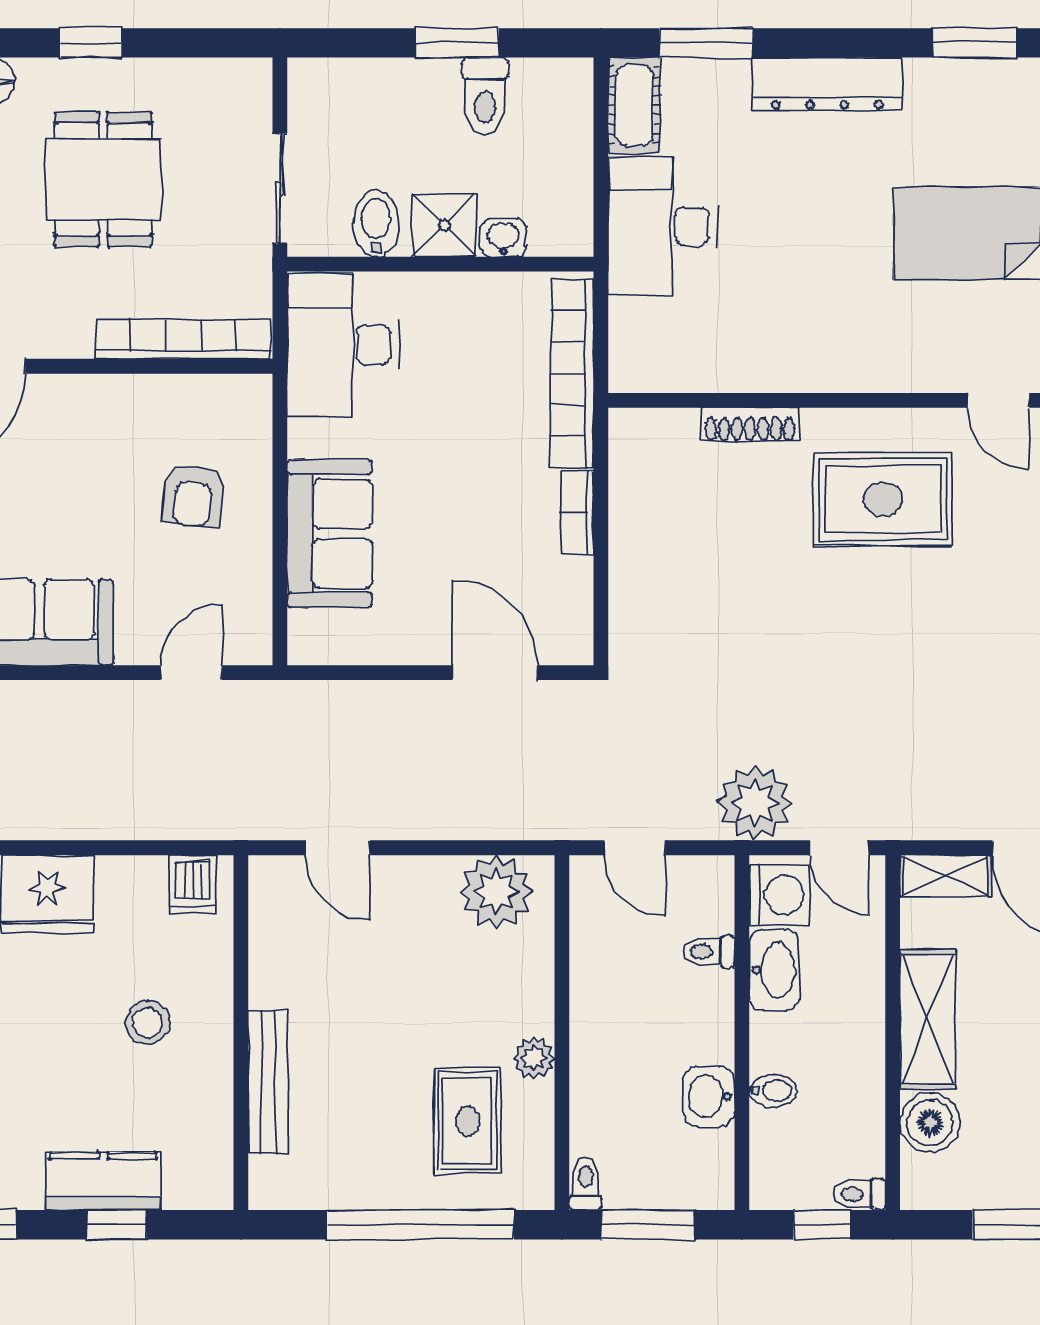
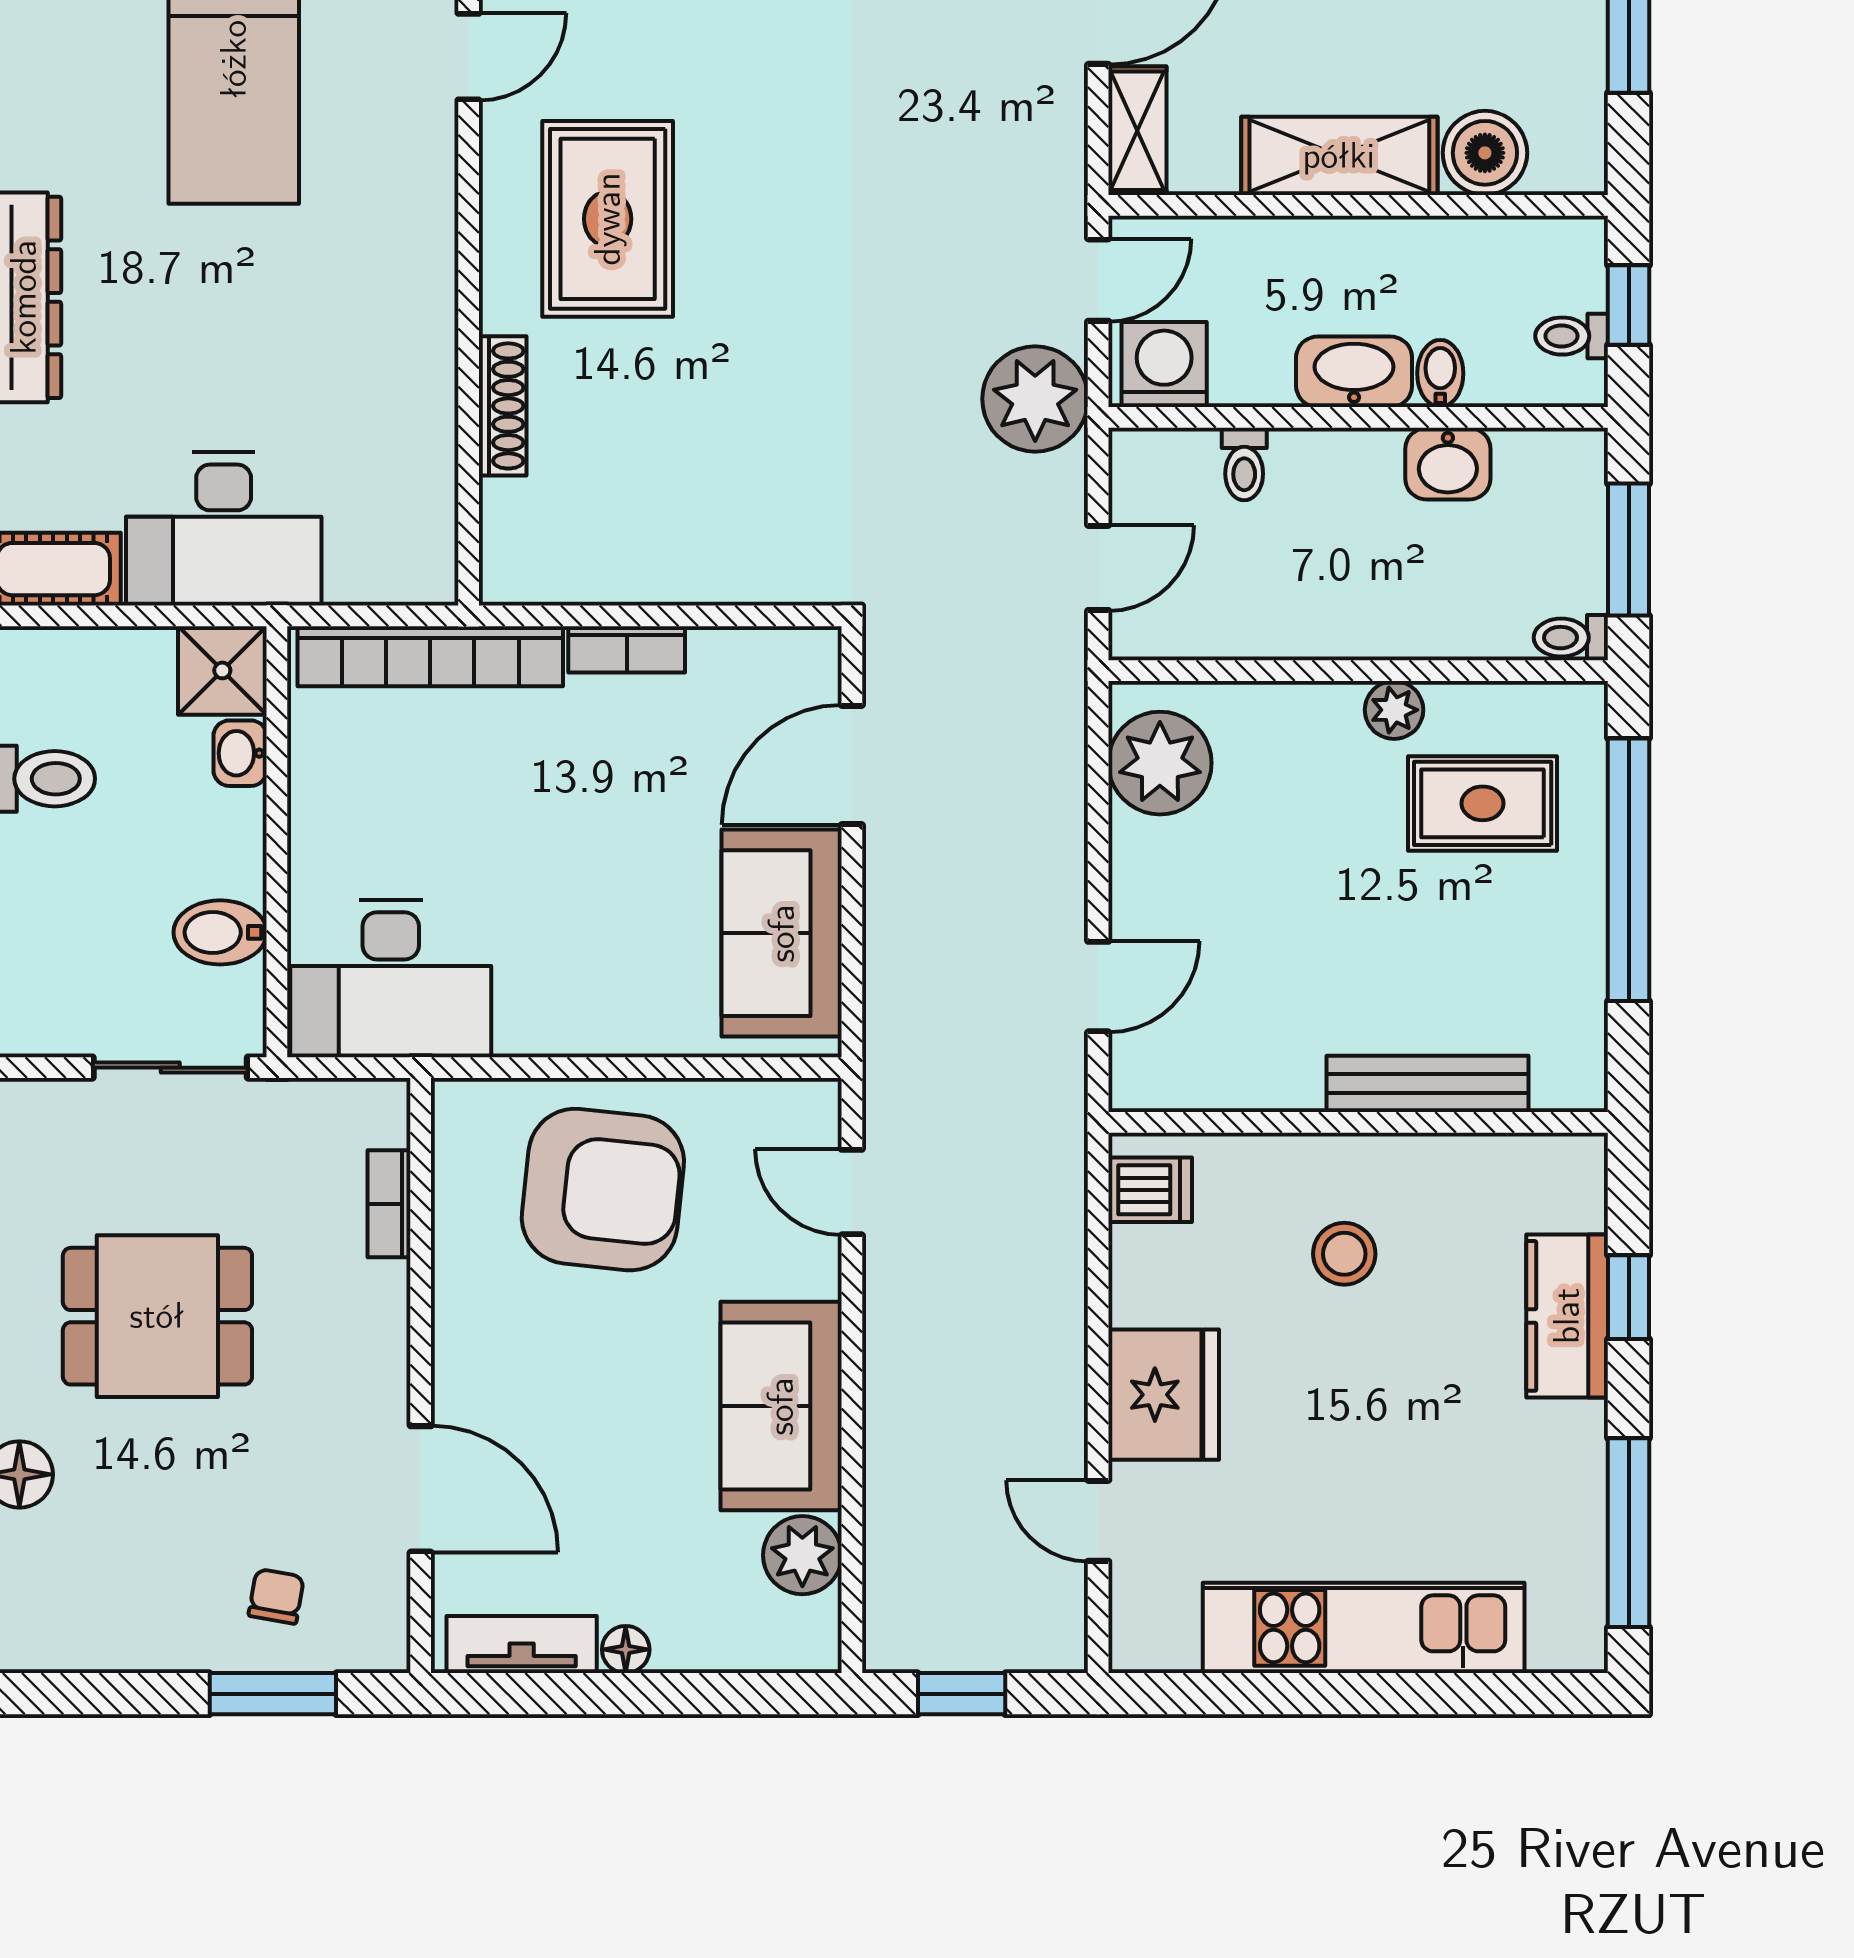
shower: (444, 225) -> (222, 670), moved
bookcase: (183, 339) -> (389, 1204), width x0.43, depth x0.76
armchair: (193, 496) -> (603, 1190), width x1.88, depth x1.88
sofa: (330, 534) -> (782, 933), moved, turned -90
washbasin: (774, 970) -> (1354, 372), moved
toilet: (860, 1194) -> (1572, 336), moved, turned 90

